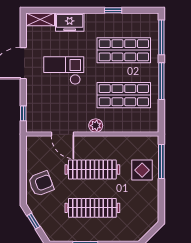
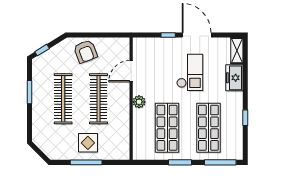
window: (161, 81) -> (180, 162), width x0.69
window: (23, 113) -> (168, 35), moved
window: (161, 161) -> (86, 162), moved
display table: (142, 170) -> (88, 143), moved
window: (34, 221) -> (42, 50), moved

